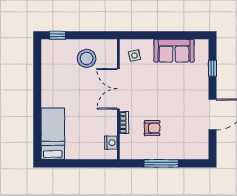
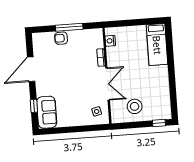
sofa: (174, 51) -> (47, 112), moved, turned 90
armchair: (152, 128) -> (61, 38), moved

